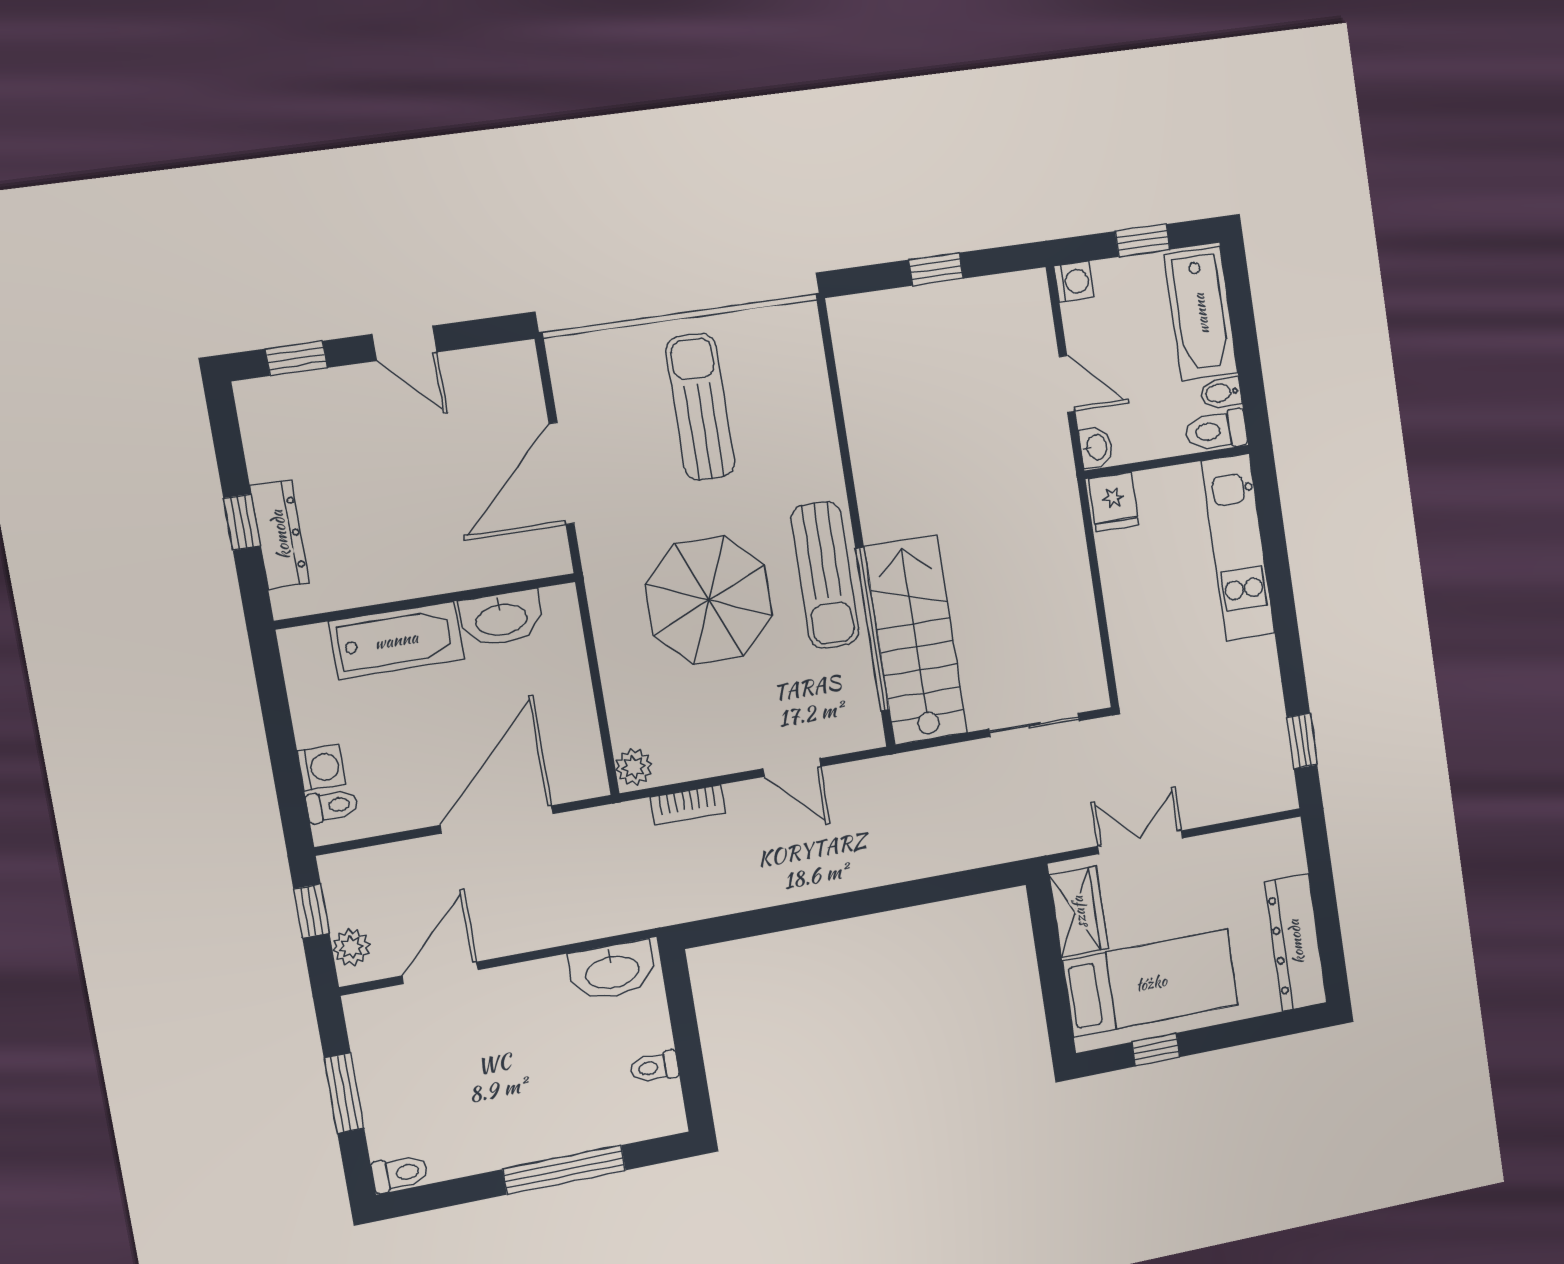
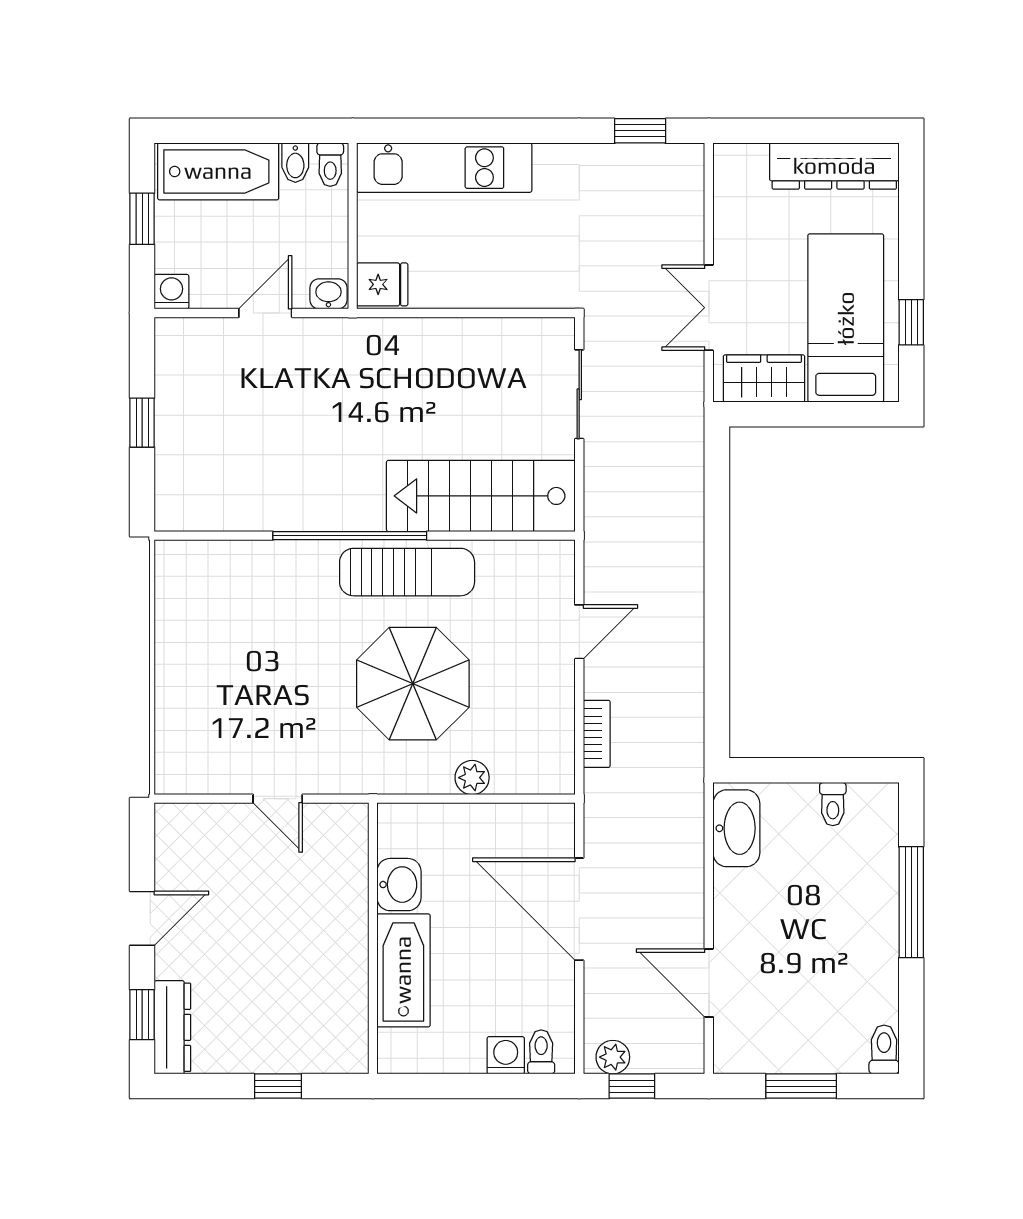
sun lounger: (700, 407) -> (236, 663), removed
toilet: (1216, 431) -> (330, 165), width x0.73, depth x0.72
door: (562, 474) -> (278, 799), width x0.53
dresser: (280, 535) -> (172, 1027), moved, turned 90
washbasin: (501, 618) -> (399, 885), width x0.72
window: (872, 629) -> (350, 536), moved
plant: (634, 767) -> (472, 778), moved
plant: (351, 947) -> (613, 1057), moved

